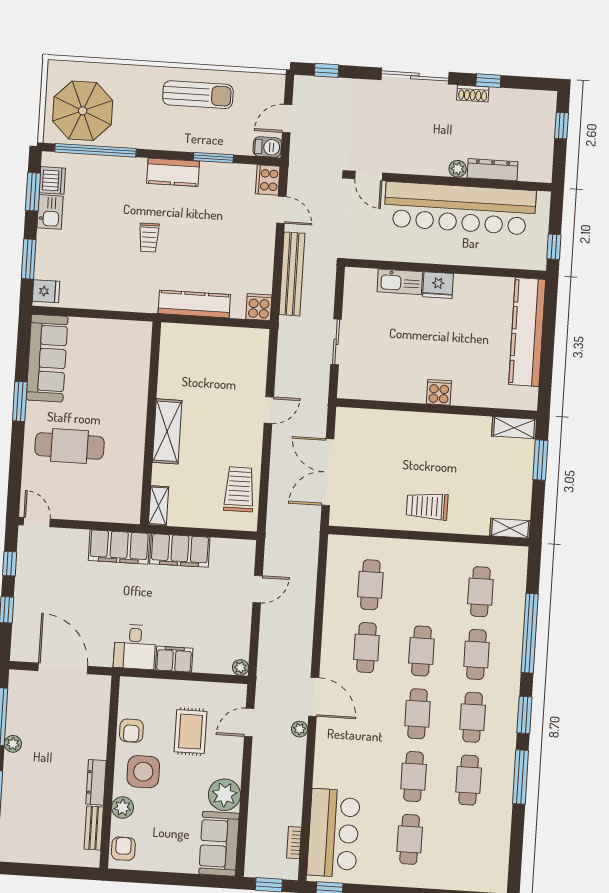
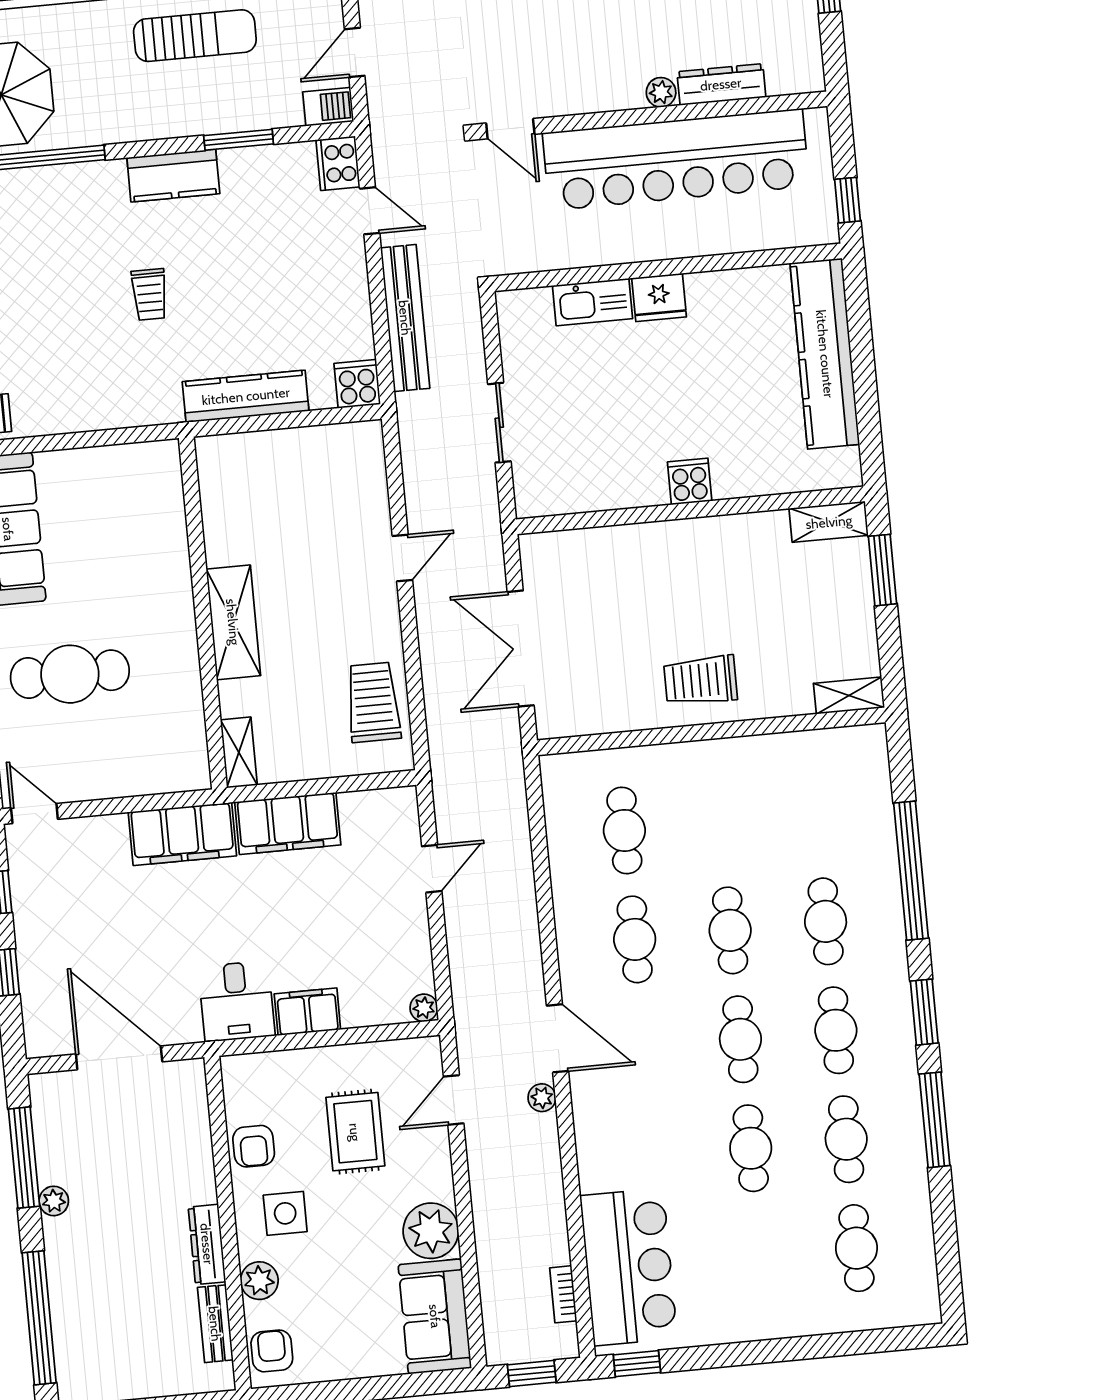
cafe table: (480, 592) -> (815, 812), removed
side table: (143, 772) -> (285, 1213), width x0.73, depth x0.73
cafe table: (410, 839) -> (856, 1248), moved

